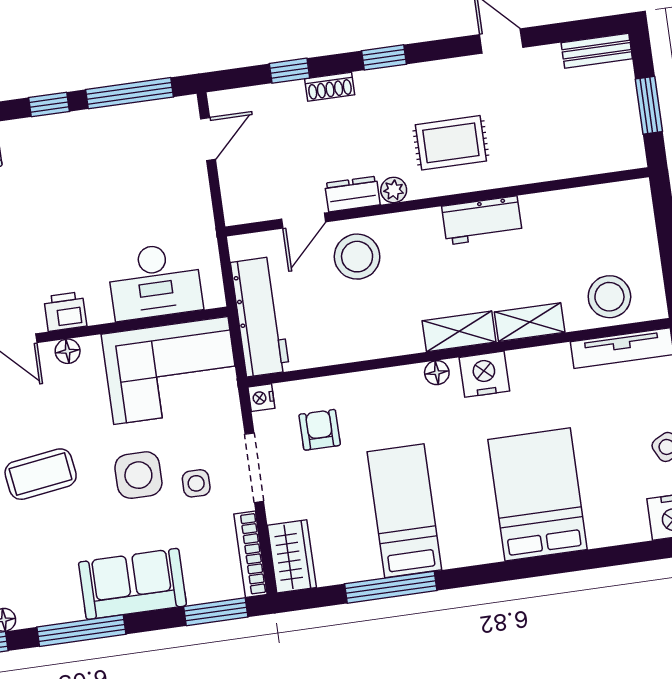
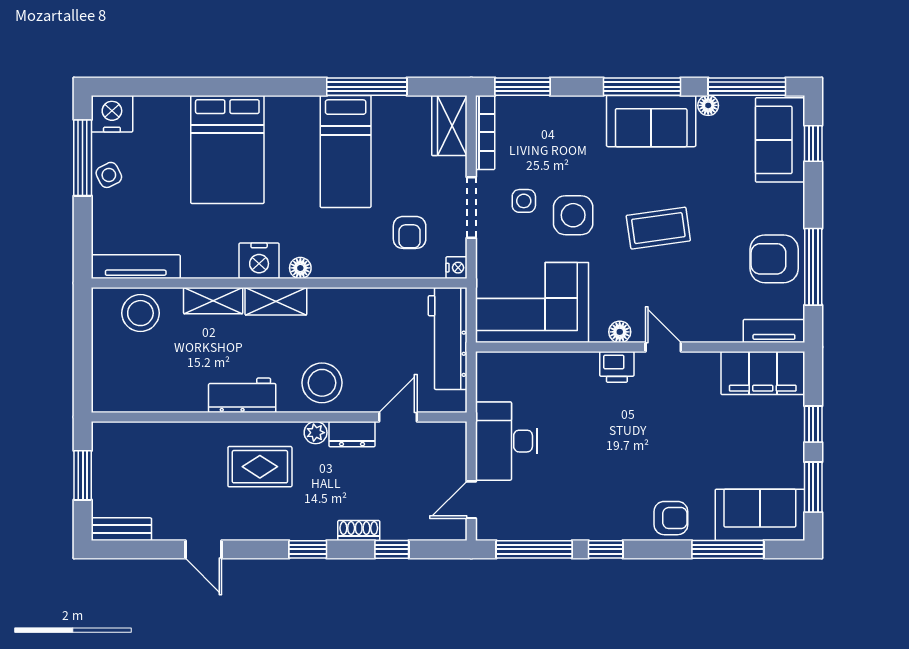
stool: (357, 257) -> (322, 383), moved
desk: (155, 281) -> (506, 441), moved, turned -90
sofa: (132, 584) -> (651, 121), moved

